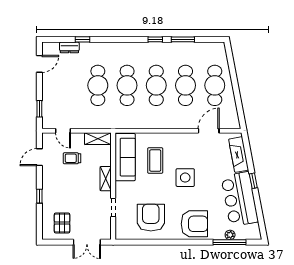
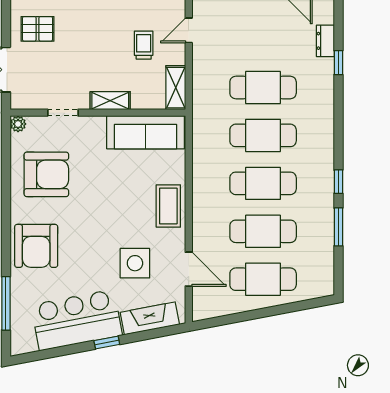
coffee table: (155, 160) -> (168, 206), moved, turned 90
side table: (185, 178) -> (135, 263), moved
plant: (230, 235) -> (18, 124), moved

